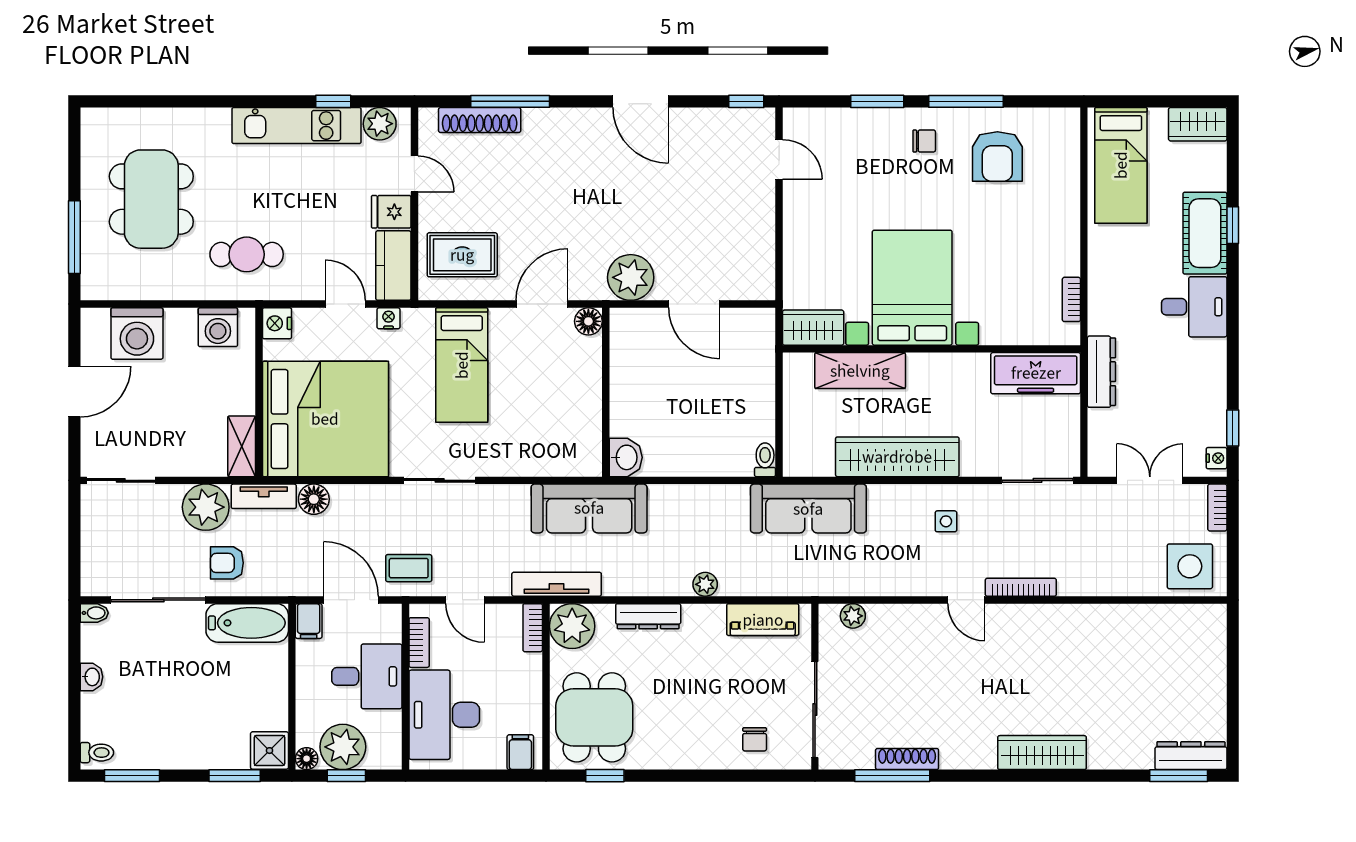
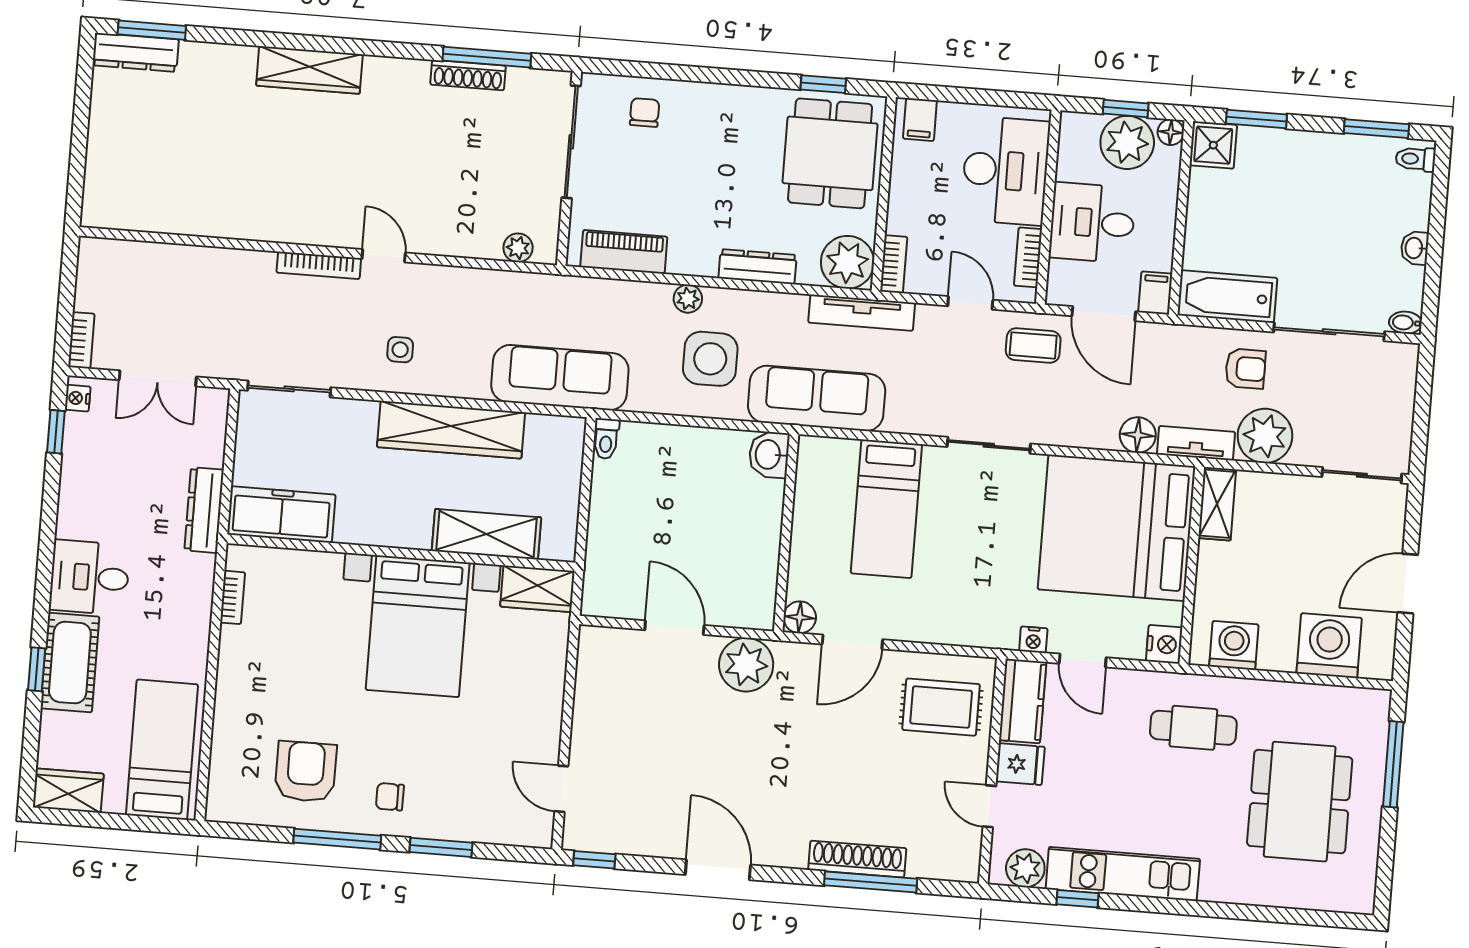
shoe rack: (480, 120) -> (857, 859), moved
bed: (462, 365) -> (886, 509), moved, turned 180
side table: (1190, 566) -> (710, 359), moved

